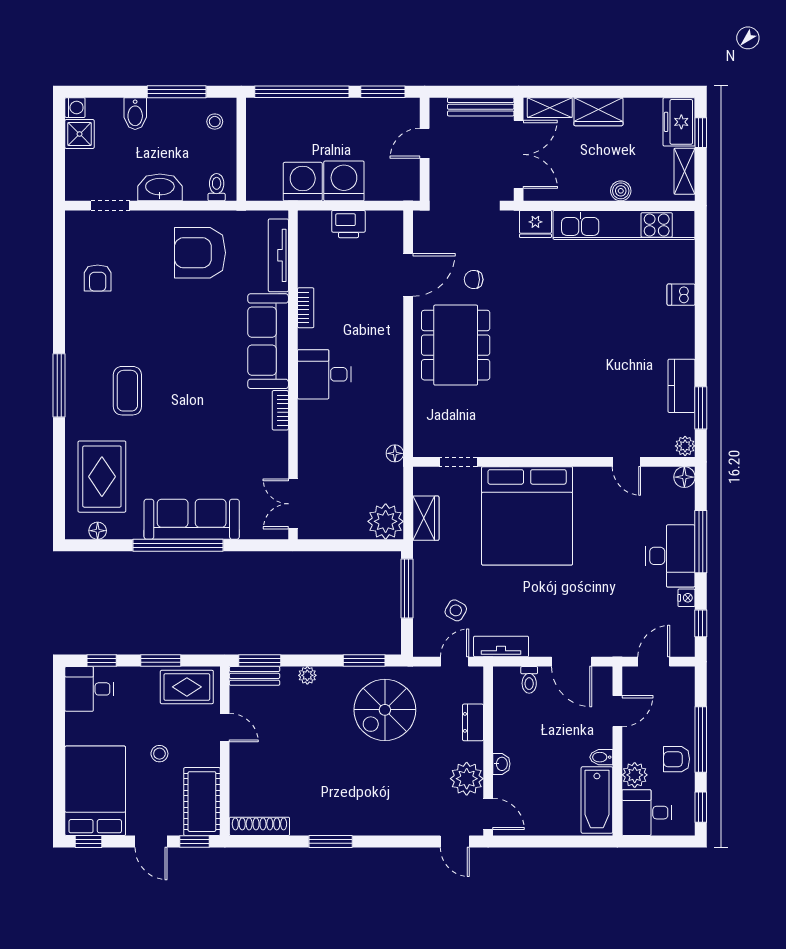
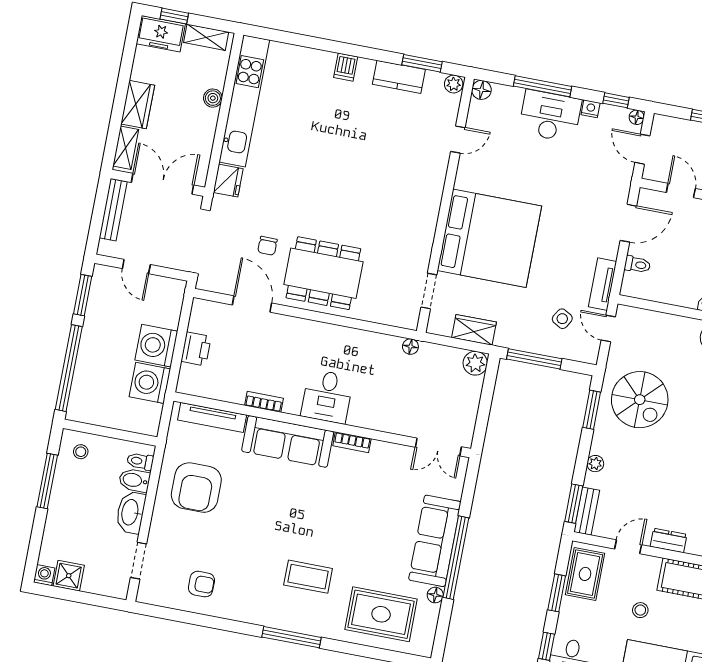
bidet: (135, 114) -> (134, 480), moved, turned 180
dishwasher: (681, 295) -> (346, 67), moved
plant: (386, 521) -> (475, 363), width x0.73, depth x0.73
floor lamp: (98, 531) -> (435, 595), moved
floor lamp: (687, 649) -> (637, 117), added
dresser: (473, 722) -> (669, 540), moved, turned 180

